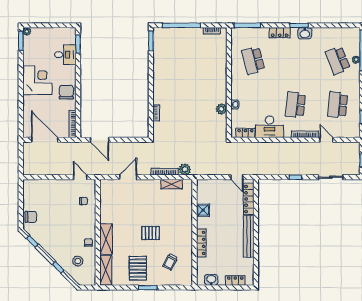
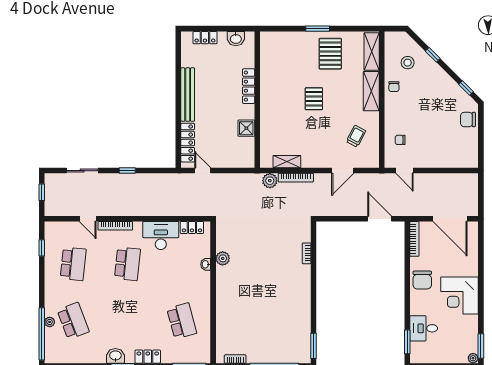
pallet: (151, 233) -> (314, 99), turned 90
trolley: (170, 262) -> (356, 136), moved

